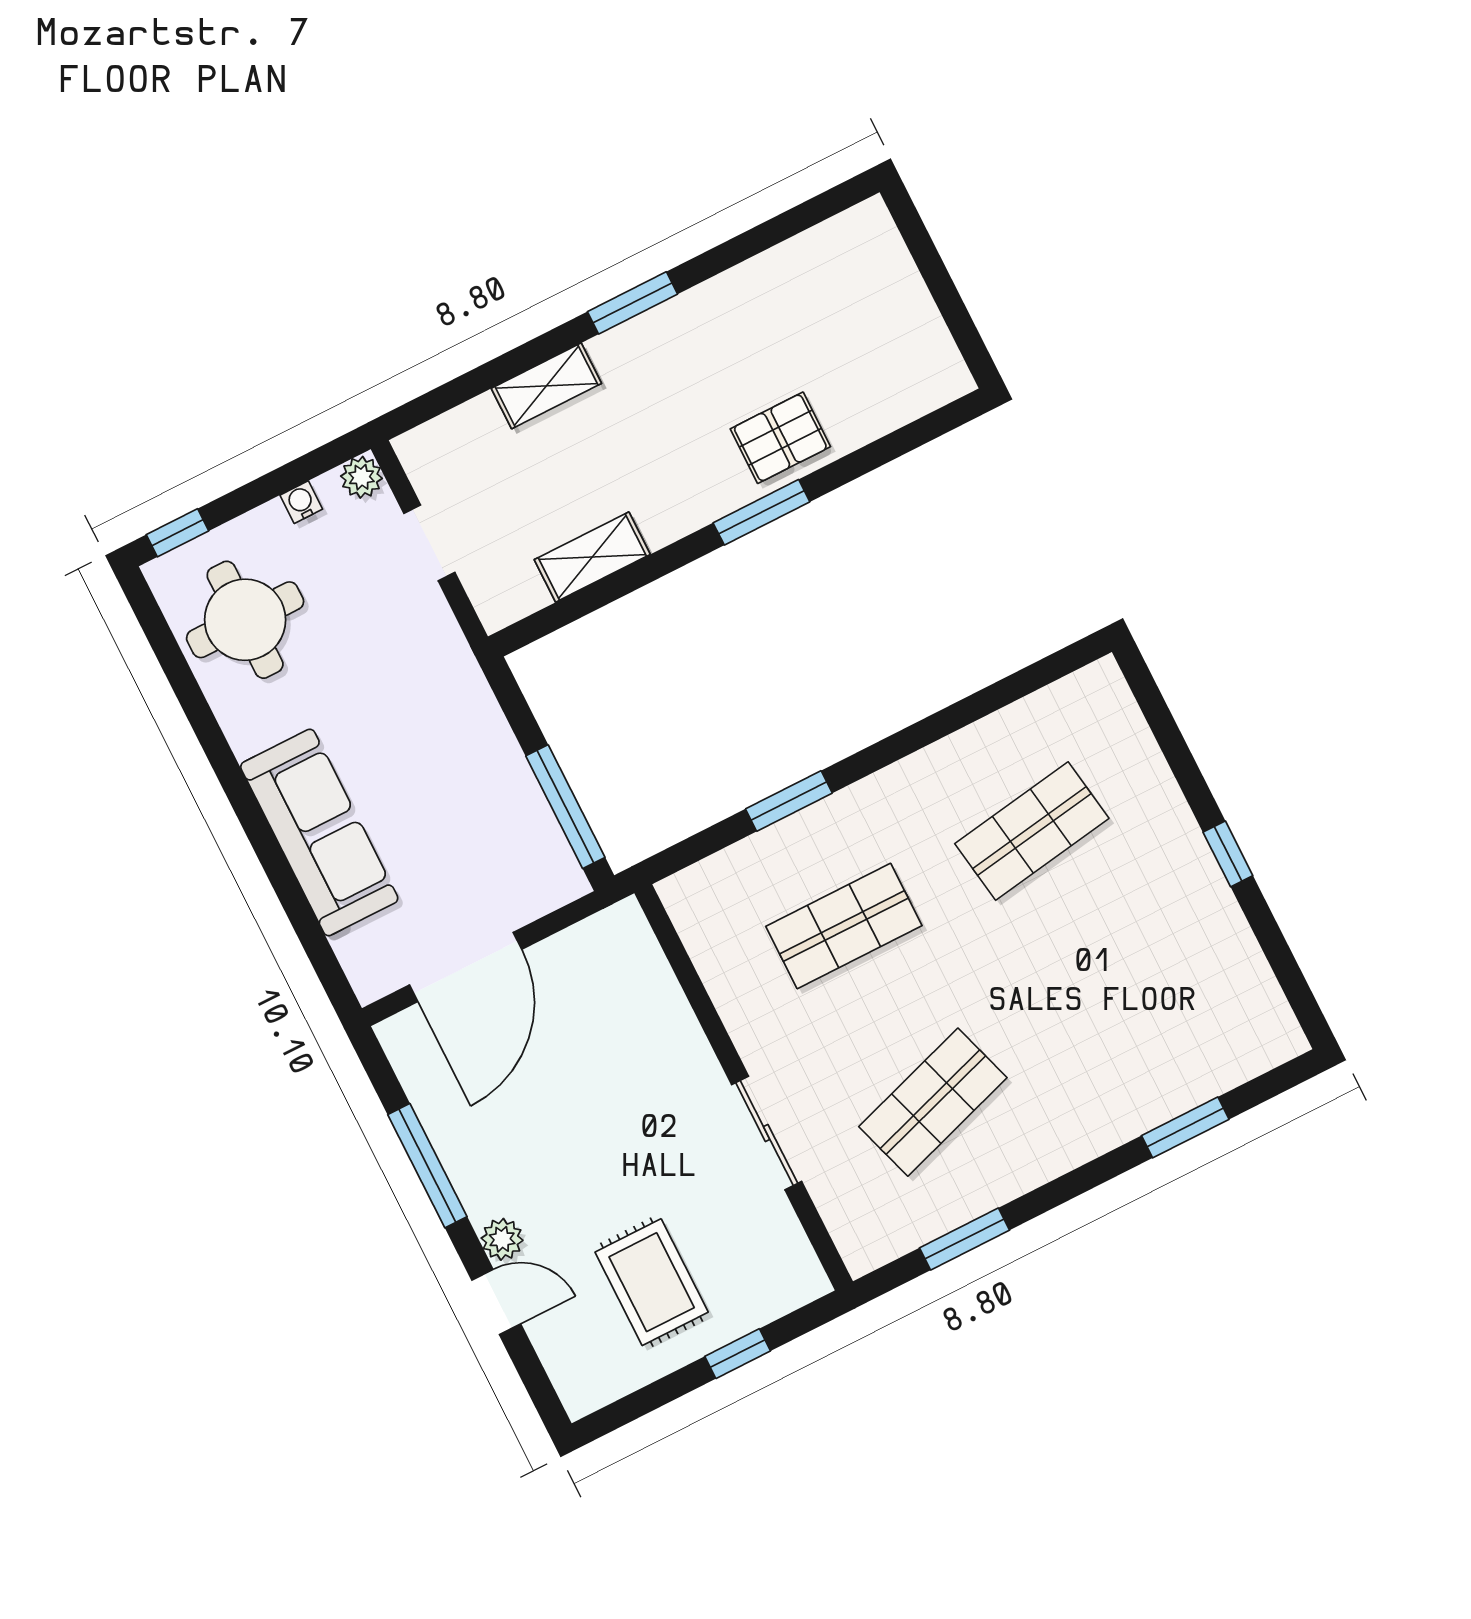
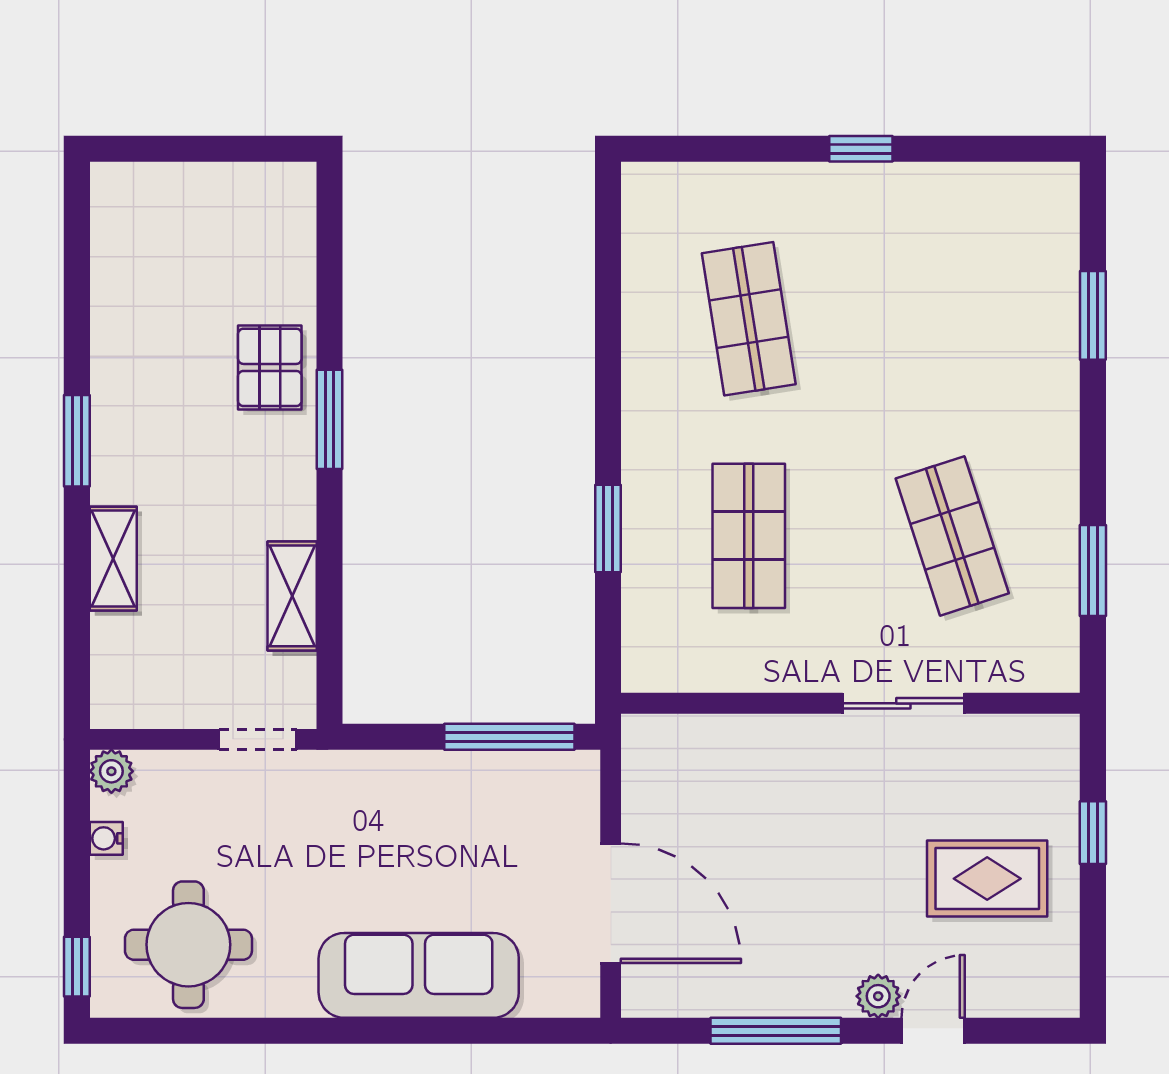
doorway: (429, 543) -> (258, 739), moved

